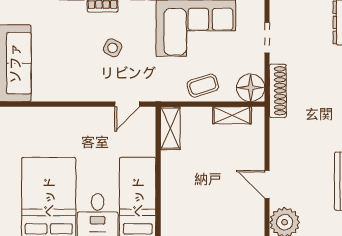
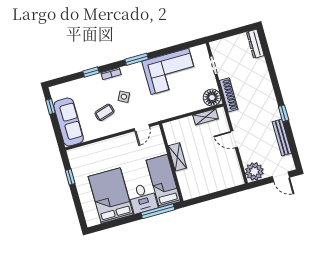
coffee table: (203, 86) -> (105, 112), moved
shelving: (170, 128) -> (177, 157), moved
door: (267, 184) -> (234, 139), moved

